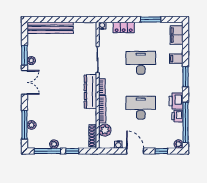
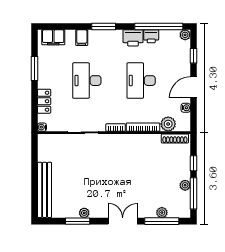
double door: (24, 82) -> (123, 221), moved
dresser: (90, 92) -> (122, 141), removed

